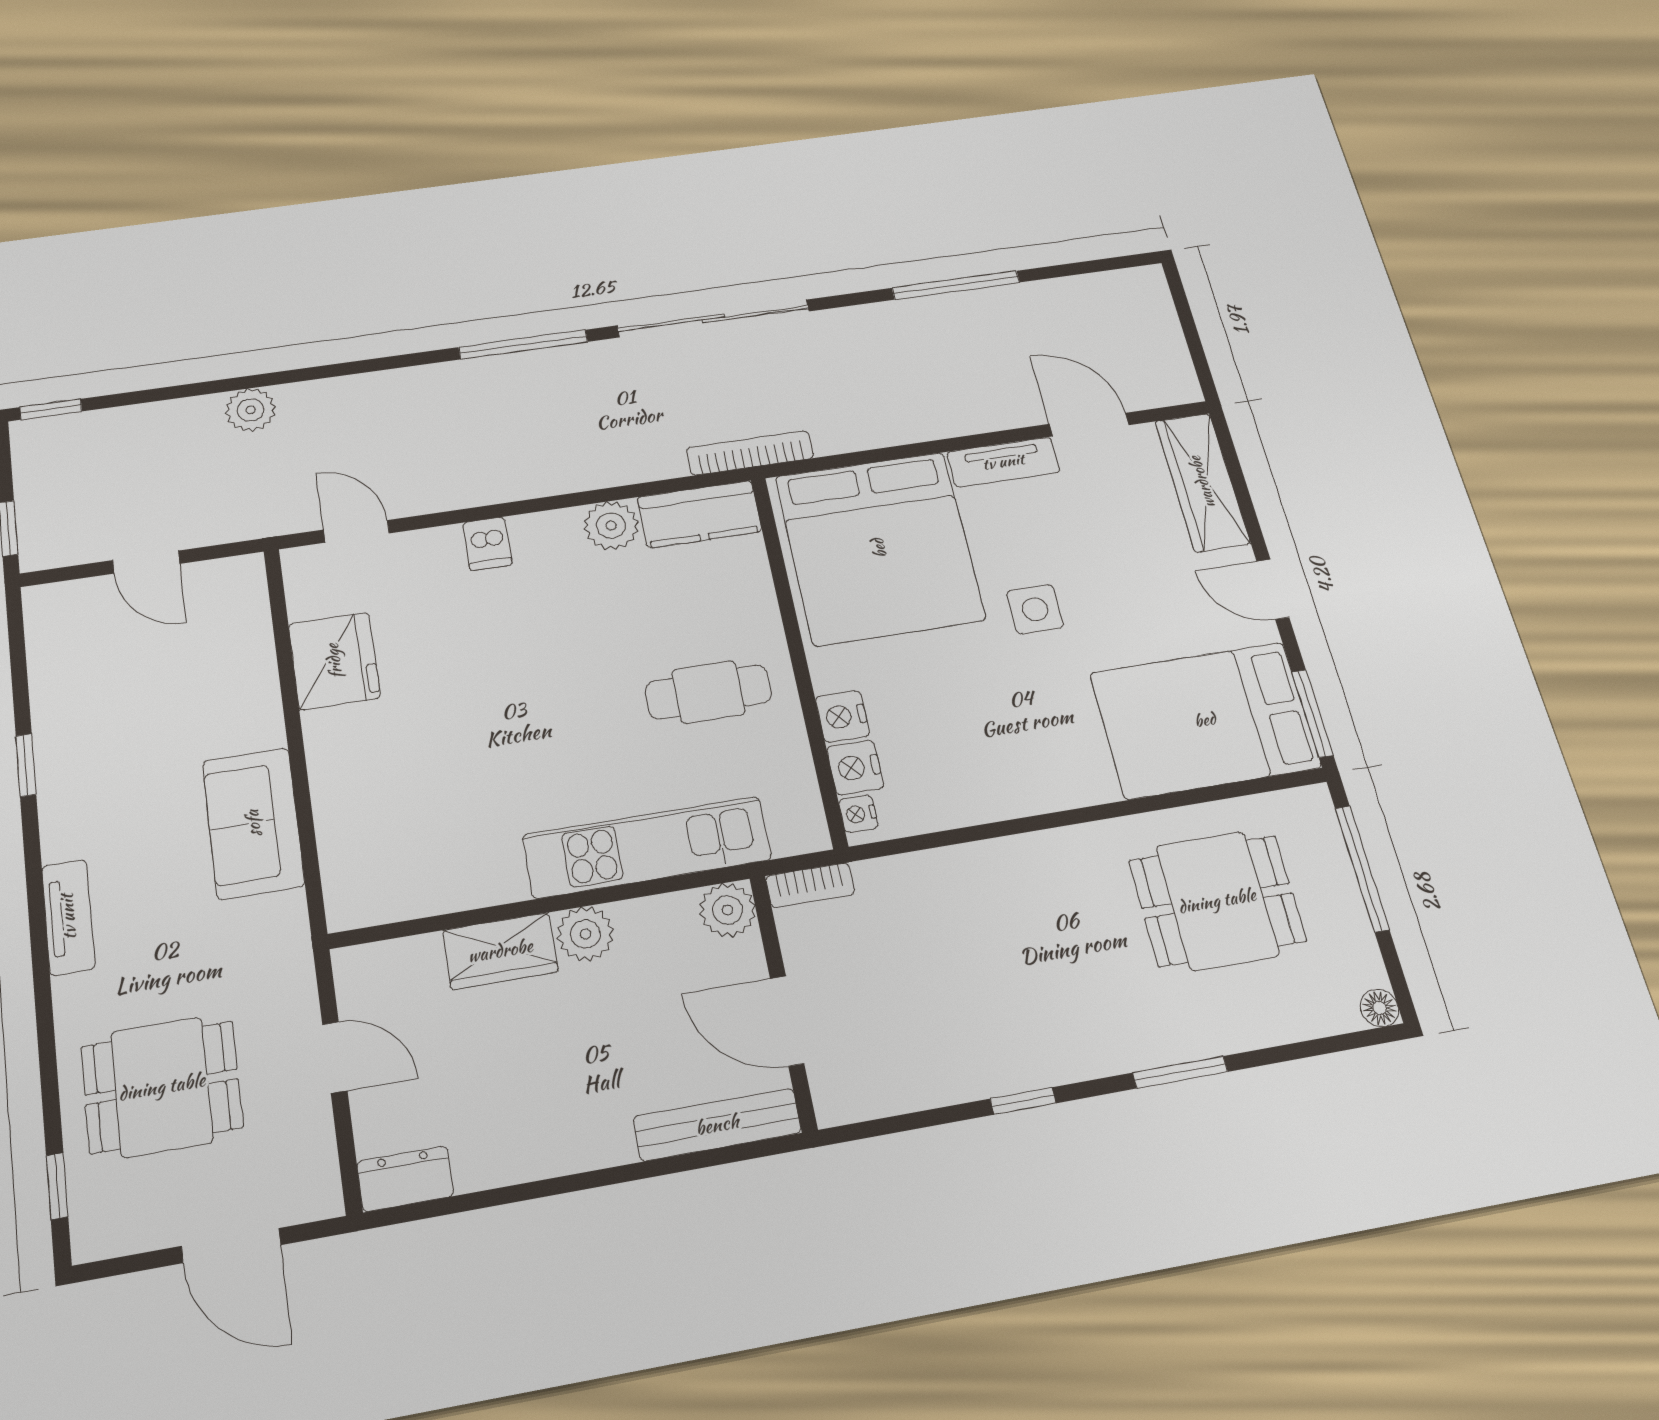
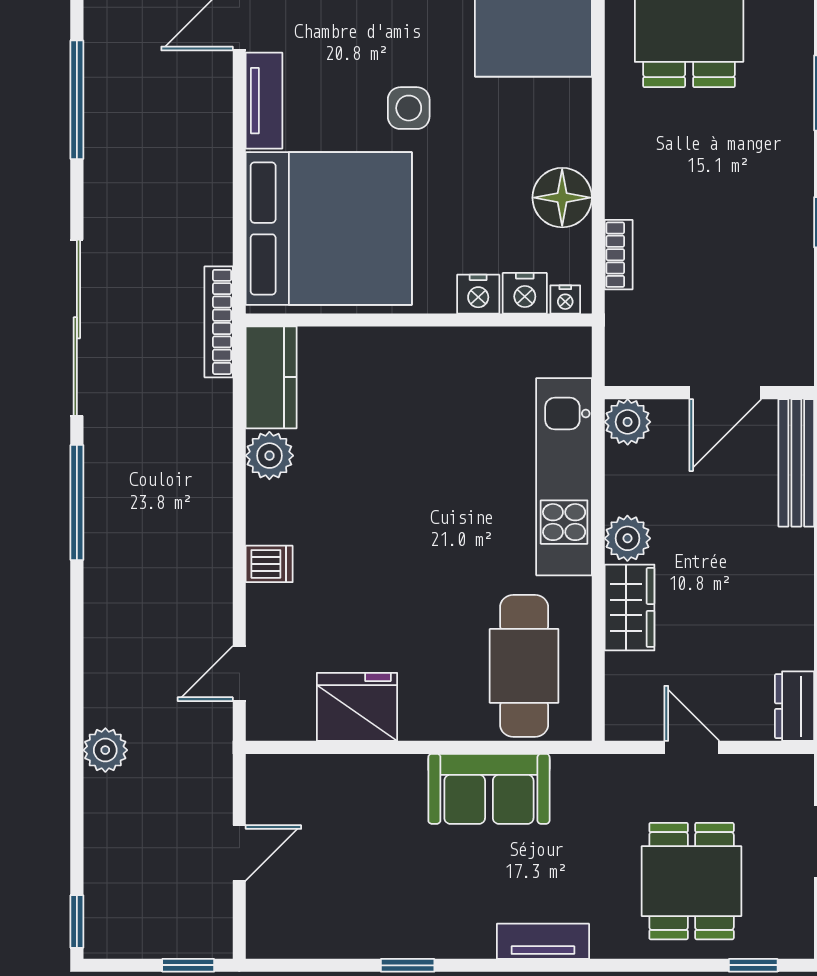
cafe table: (708, 692) -> (524, 666), moved, width x1.37, depth x1.35
floor lamp: (976, 791) -> (562, 198), added
bookcase: (810, 885) -> (619, 255), moved
door: (335, 1057) -> (692, 747), hinge flipped

